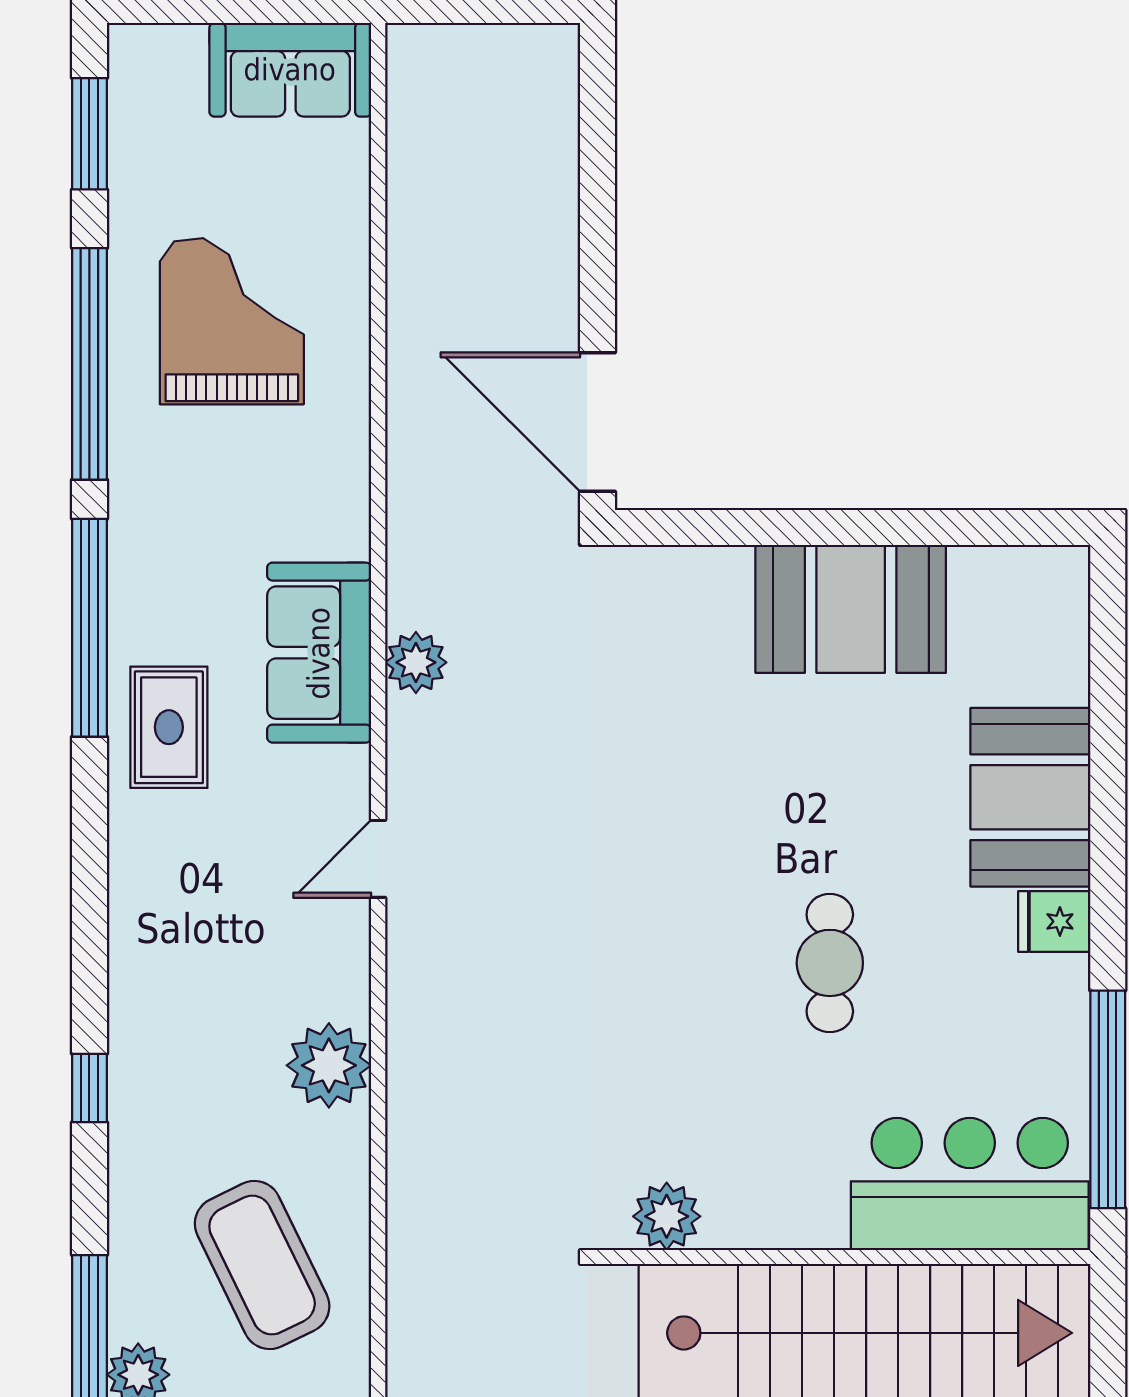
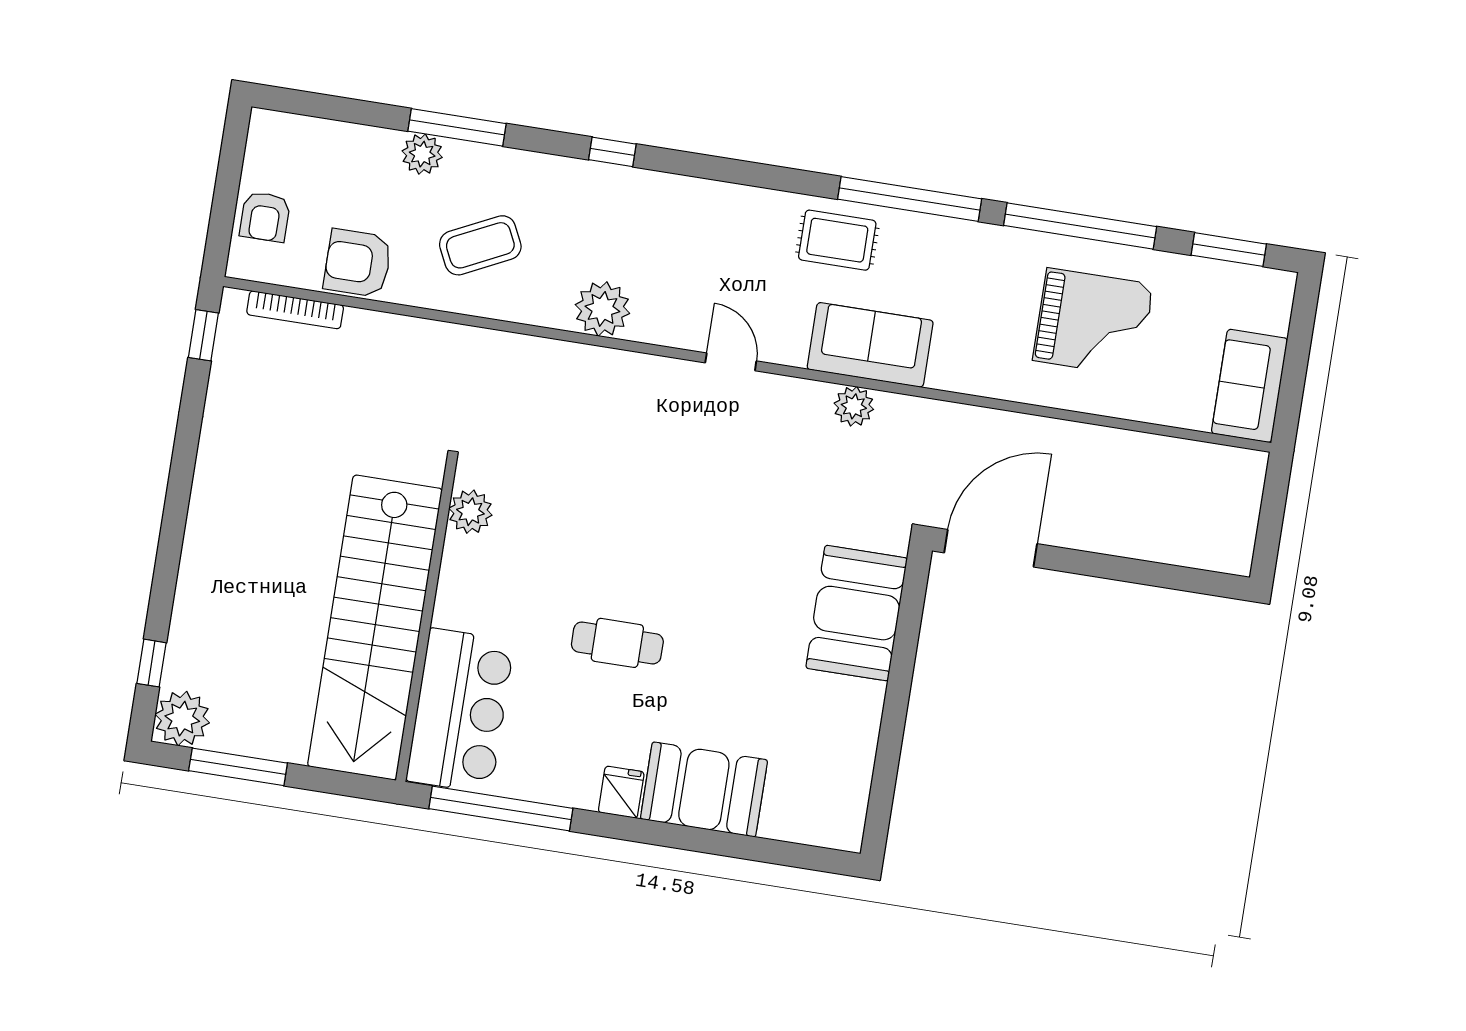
booth: (851, 609) -> (857, 613), moved
coffee table: (262, 1265) -> (480, 245), width x0.73, depth x0.76

